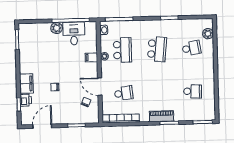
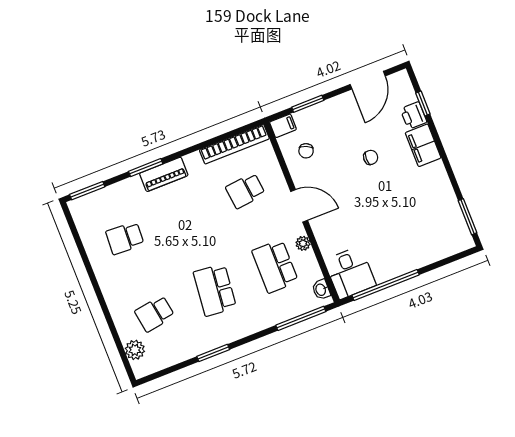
plant: (57, 28) -> (405, 263), removed
desk: (74, 33) -> (350, 273), moved
filing cabinet: (91, 58) -> (283, 126), moved
door: (100, 87) -> (299, 206), moved

